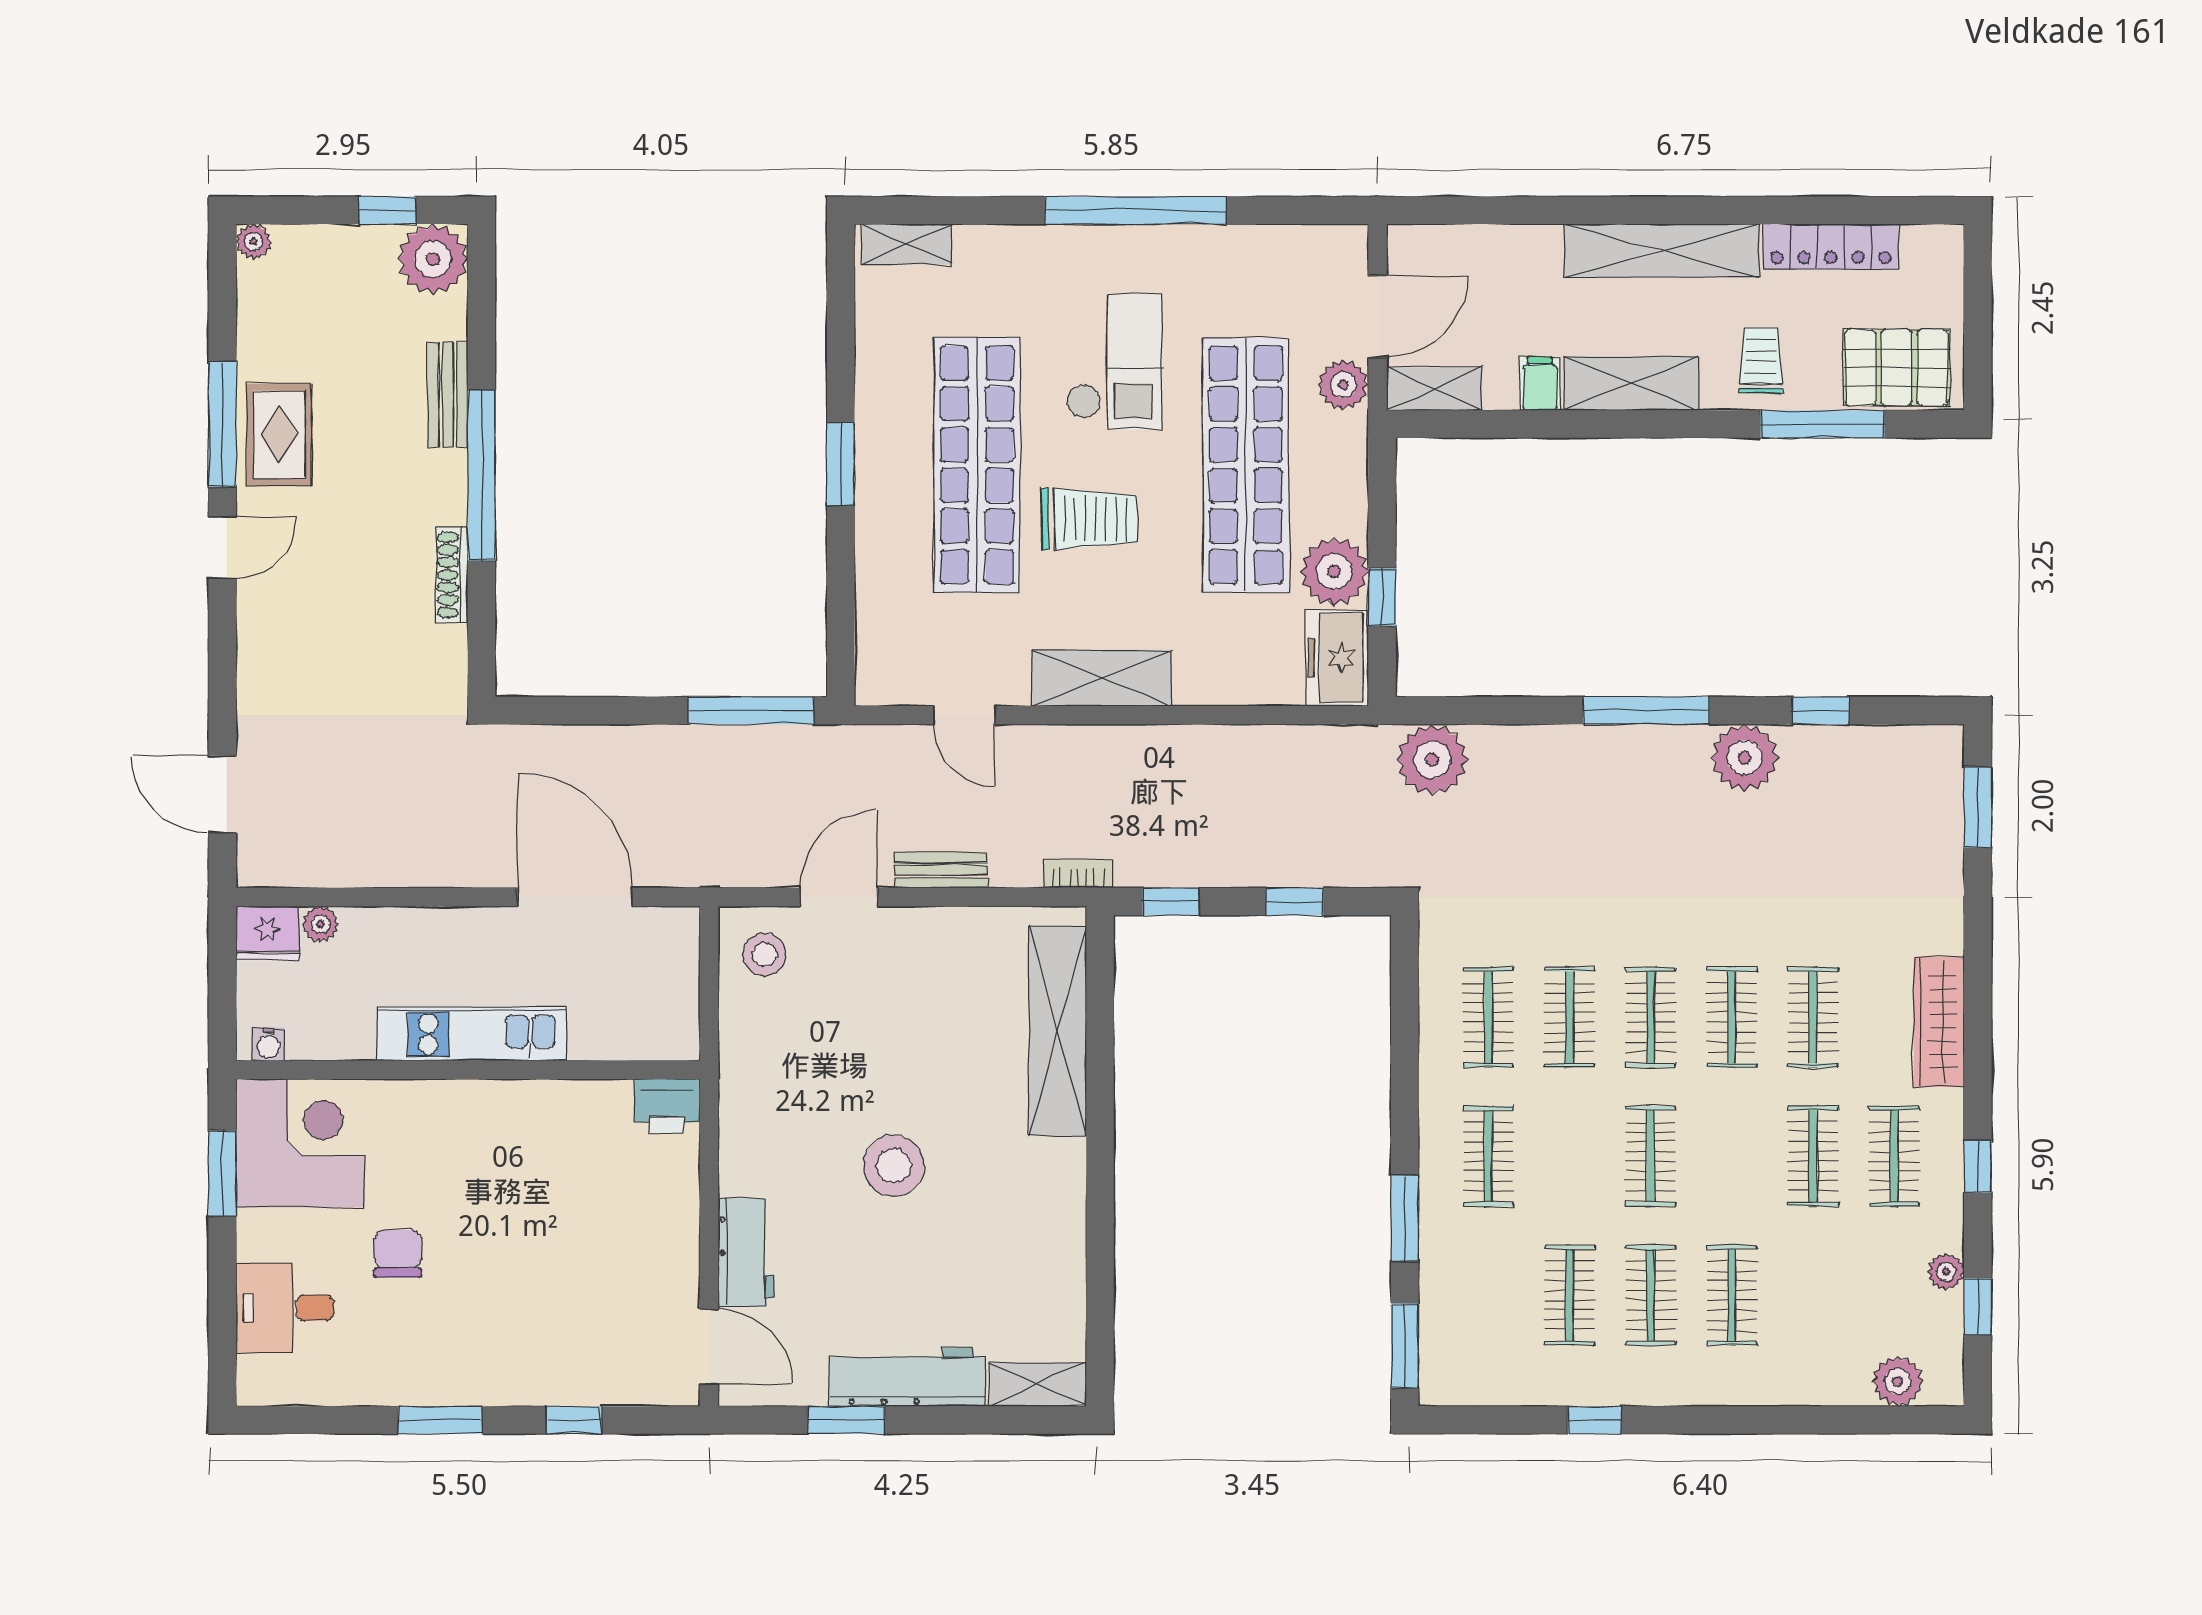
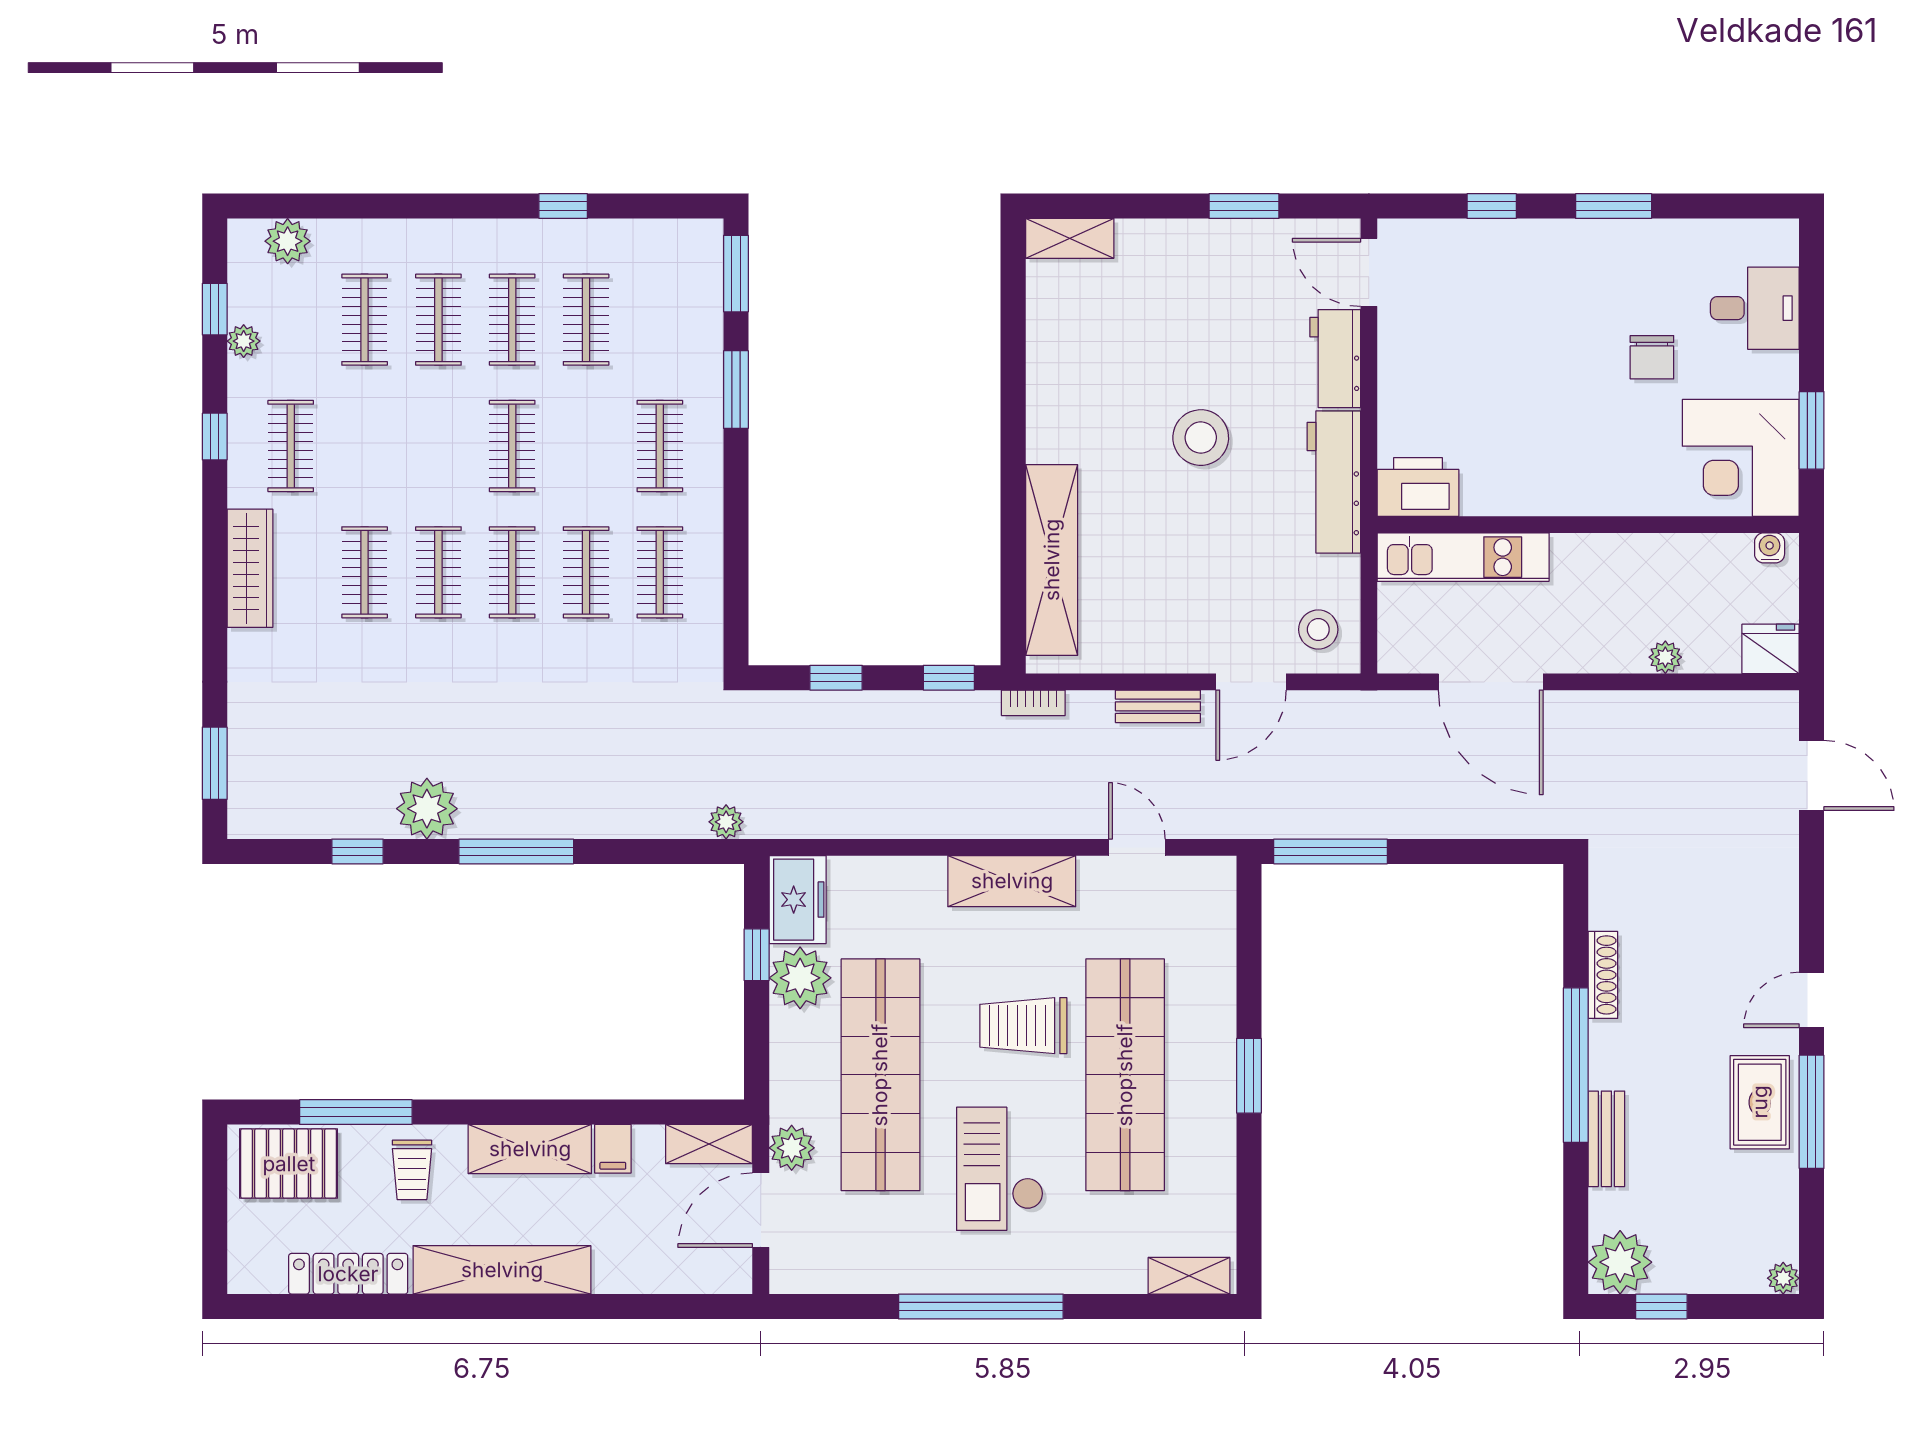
plant: (1432, 760) -> (726, 822), width x0.53, depth x0.53
plant: (321, 924) -> (1665, 657), moved
kitchen unit: (472, 1034) -> (1463, 557), moved
printer: (667, 1106) -> (1418, 487), width x1.37, depth x1.19
clothes rail: (1813, 1156) -> (365, 320), moved
workbench: (907, 1377) -> (1334, 482), moved, turned 90

